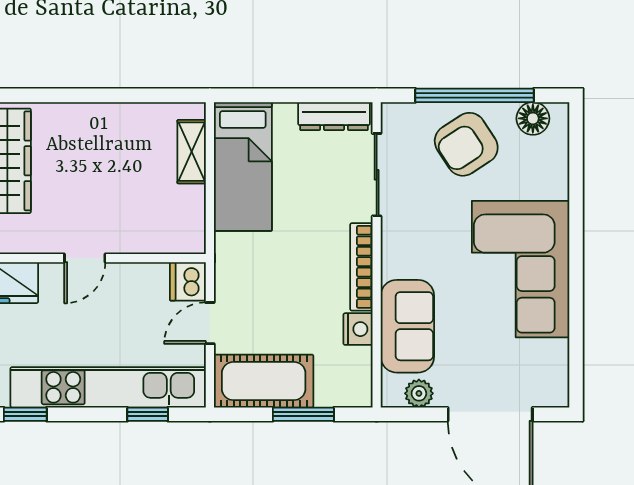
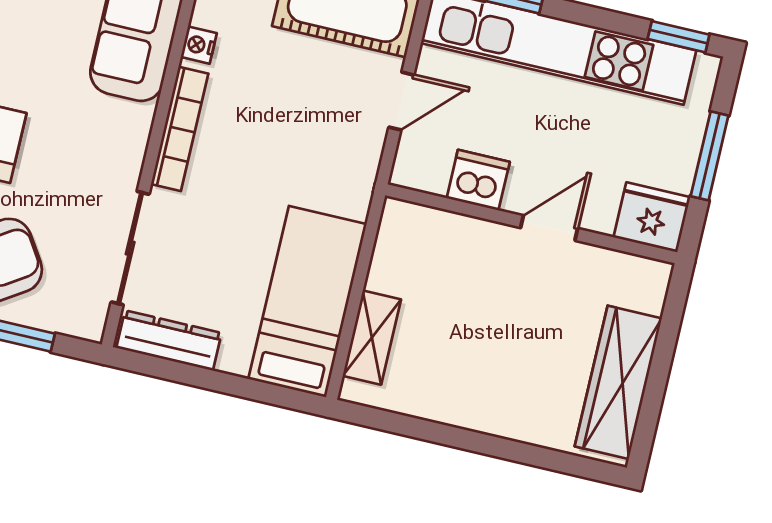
dishwasher: (188, 281) -> (478, 180), moved, turned -90
nightstand: (358, 329) -> (199, 45), width x0.72, depth x0.74

